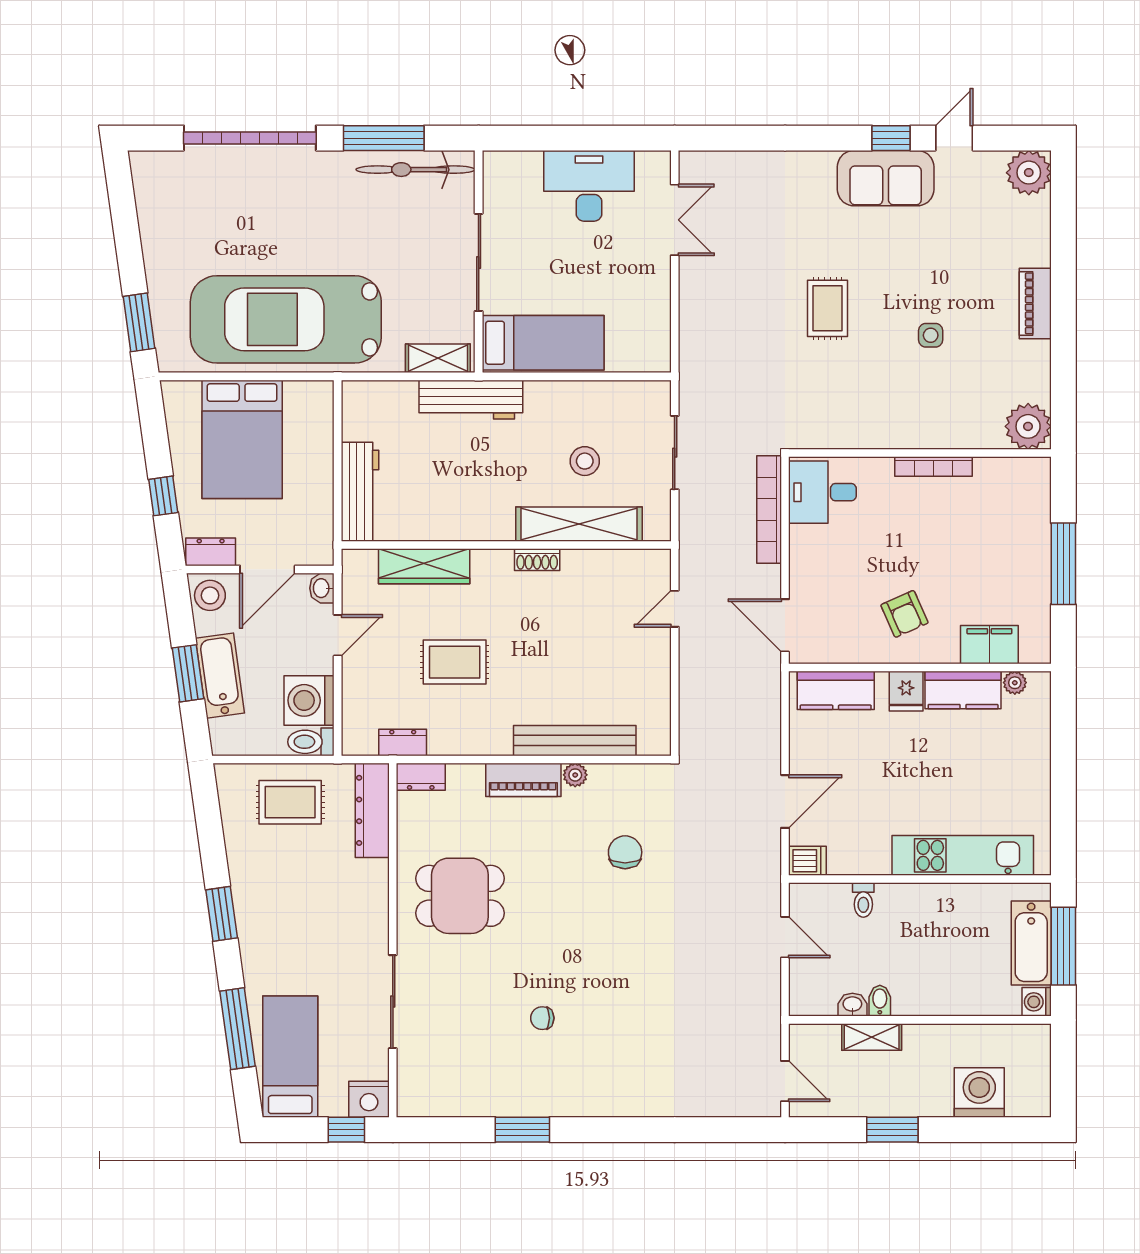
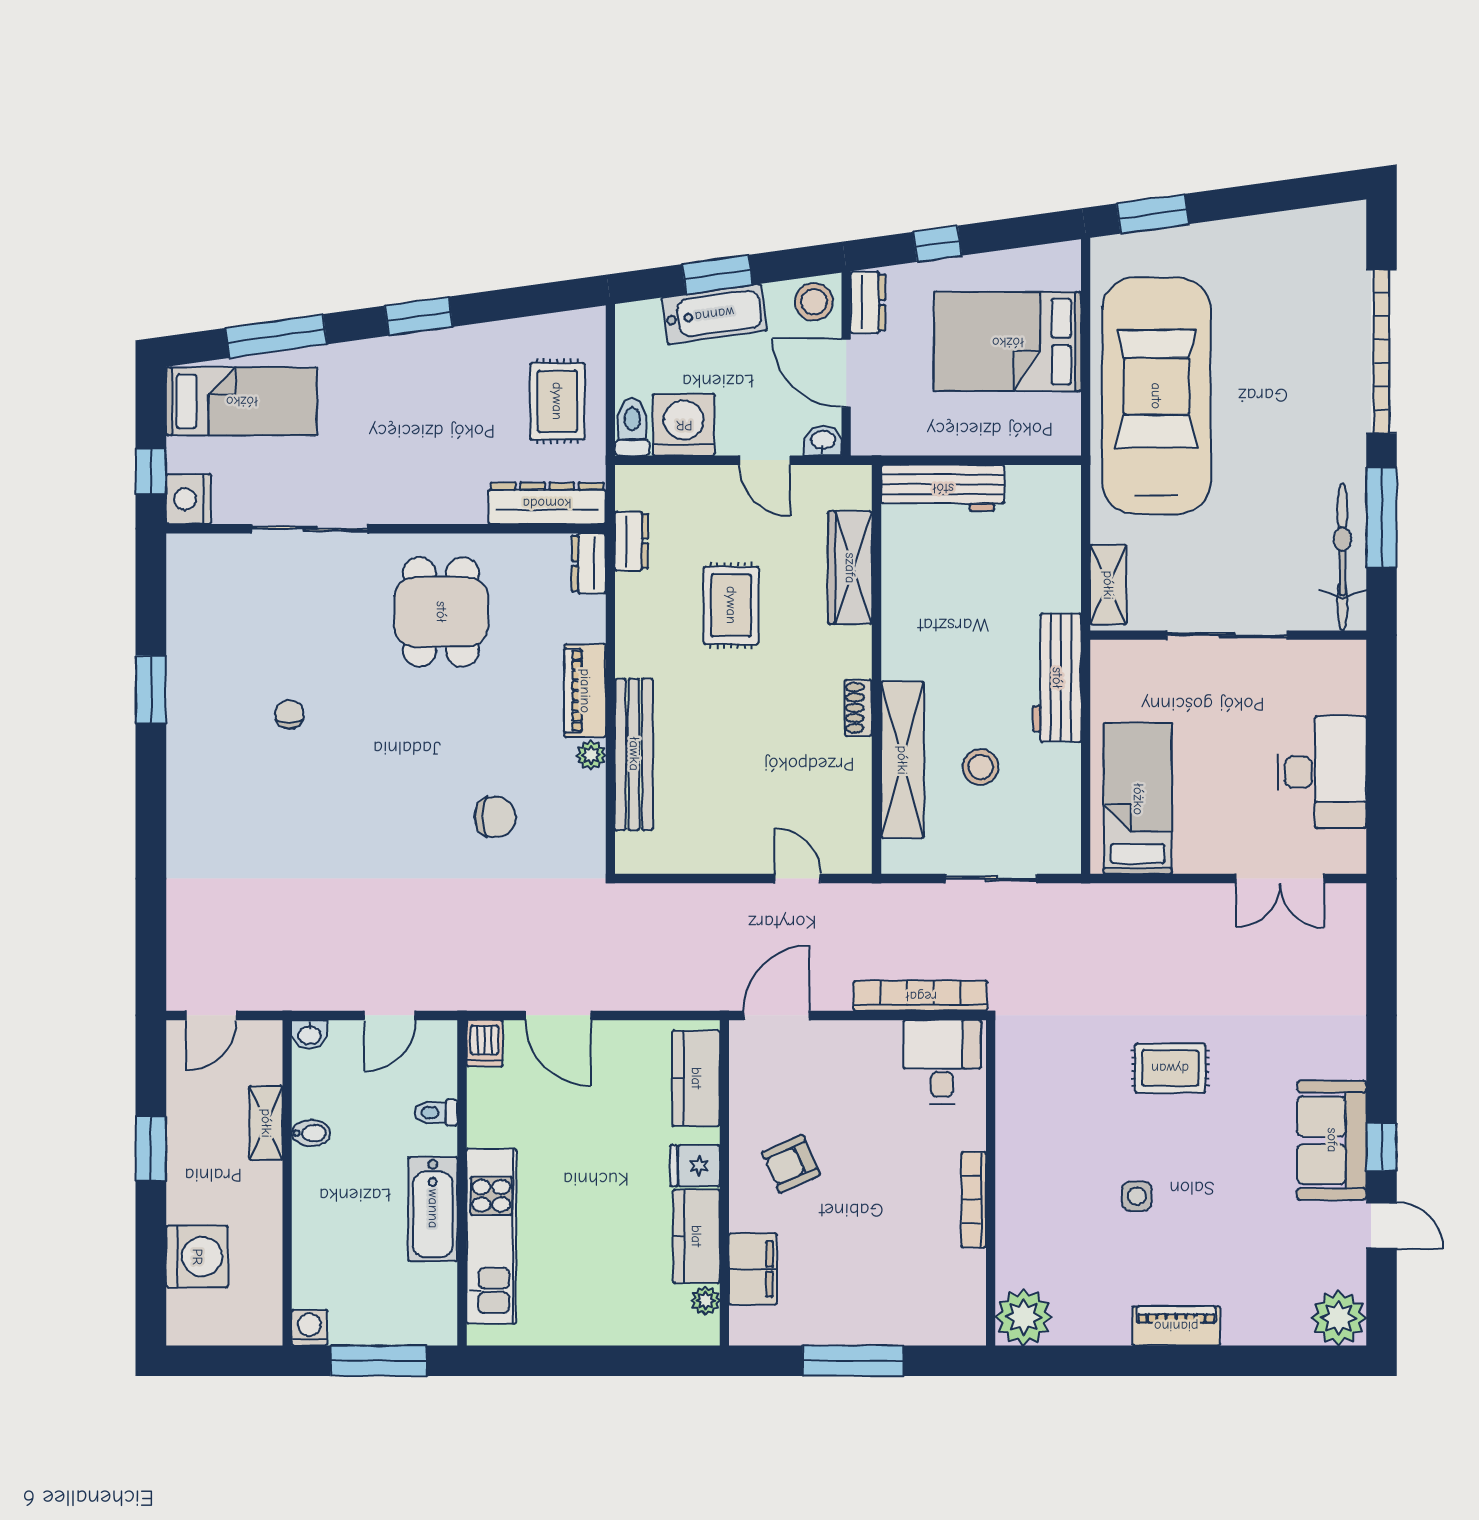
bed: (543, 343) -> (1138, 799), moved, turned 180
workbench: (471, 400) -> (1057, 678), moved
bathtub: (1031, 943) -> (433, 1209), moved, turned -90
washbasin: (852, 1005) -> (309, 1034), moved, turned 90

